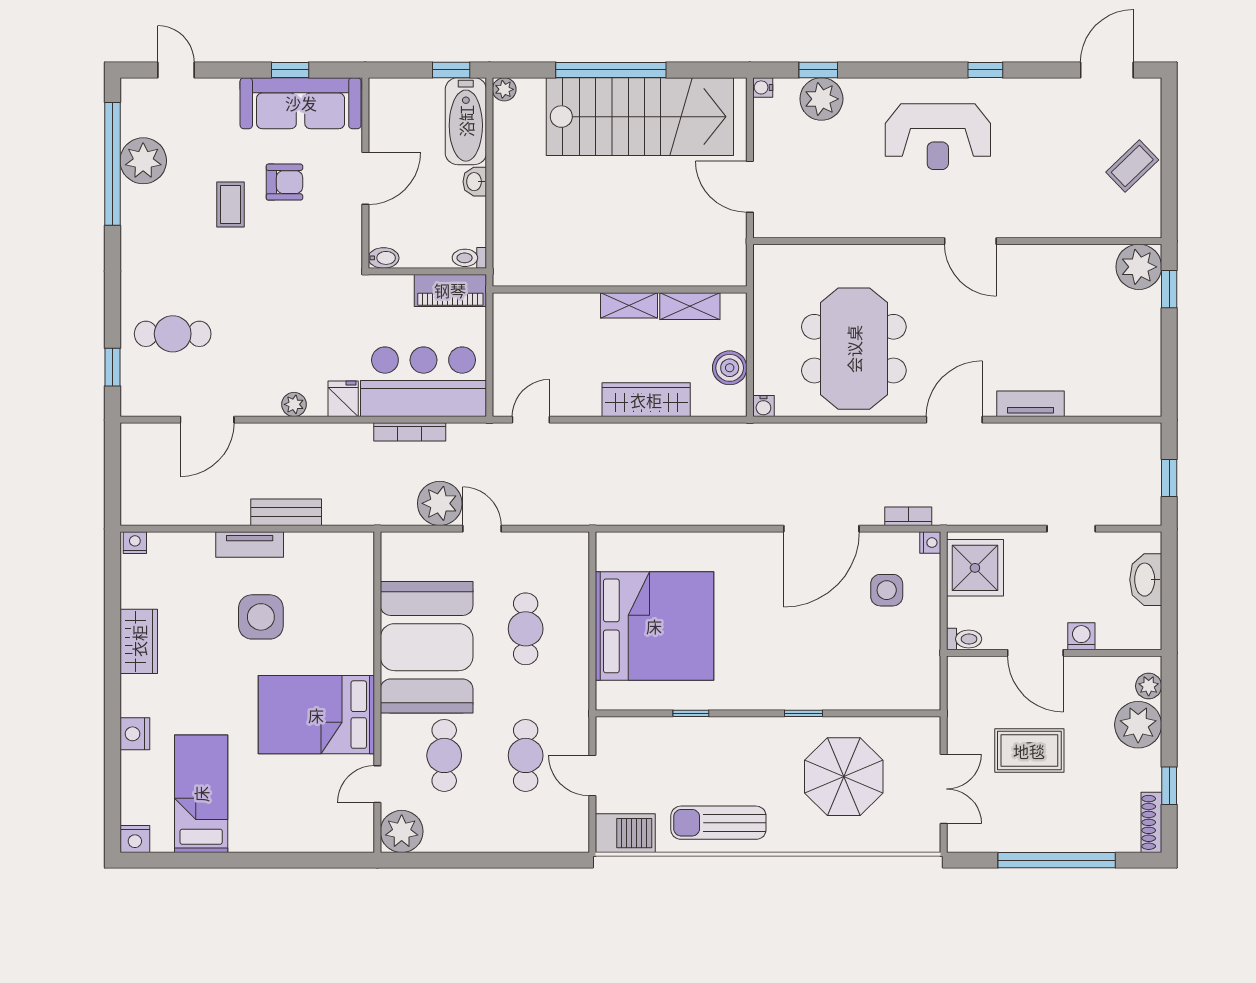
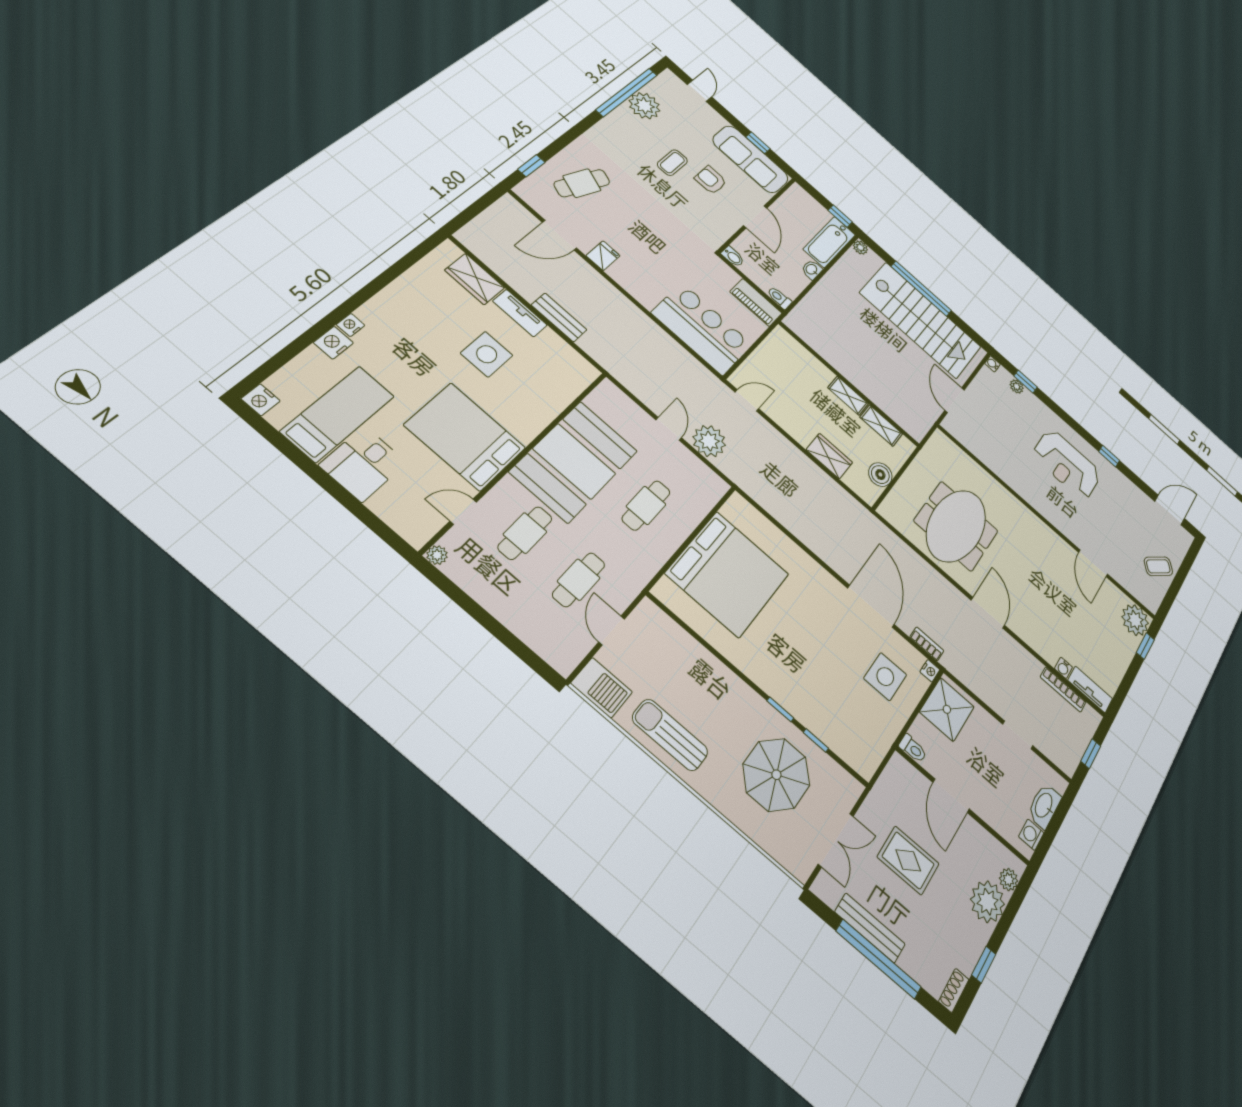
plant: (821, 99) -> (1017, 386), width x0.53, depth x0.53
door: (365, 178) -> (755, 217), hinge flipped
armchair: (284, 182) -> (711, 180), turned 180
door: (970, 241) -> (1093, 563), moved
cafe table: (173, 334) -> (582, 183), turned -69
fridge: (343, 399) -> (603, 256), moved
wardrobe: (646, 400) -> (829, 456), width x0.67
plant: (294, 404) -> (617, 273), removed
tv unit: (1030, 404) -> (1090, 690), moved
water cooler: (763, 406) -> (1063, 668), moved
door: (954, 420) -> (988, 613), hinge flipped
bookcase: (410, 432) -> (1063, 689), moved
plant: (440, 503) -> (709, 441), moved
door: (821, 529) -> (871, 606), swing flipped
nightstand: (135, 543) -> (351, 325), moved, turned -90
side table: (887, 590) -> (885, 677), width x1.37, depth x1.37
washing machine: (1081, 636) -> (1031, 835), moved, turned -90
wardrobe: (139, 641) -> (475, 279), moved, turned 90
window: (691, 713) -> (816, 740), moved
desk: (262, 818) -> (363, 464), added
shoe rack: (1151, 822) -> (954, 990), width x0.70
plant: (402, 831) -> (437, 555), width x0.53, depth x0.53
bench: (1030, 840) -> (870, 928), added

